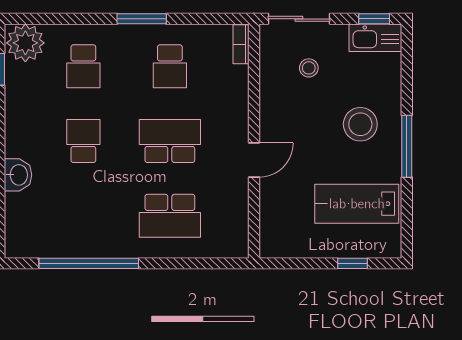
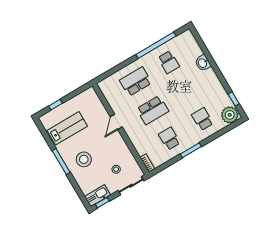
school desk: (83, 141) -> (169, 62), moved

